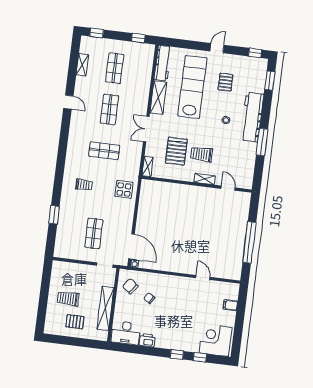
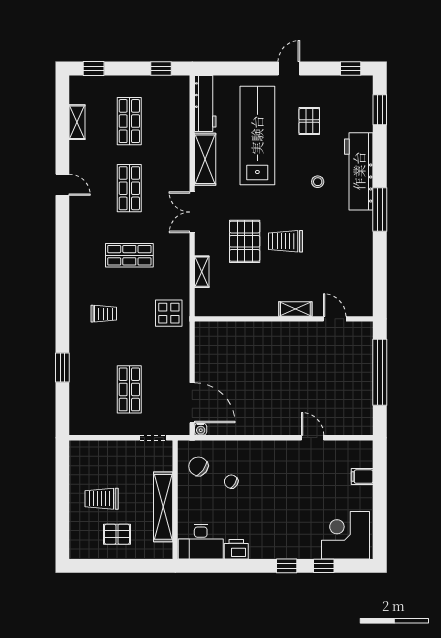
shelving: (205, 179) -> (295, 309), moved
wall: (197, 184) -> (284, 319), moved
door: (228, 188) -> (335, 319), moved

